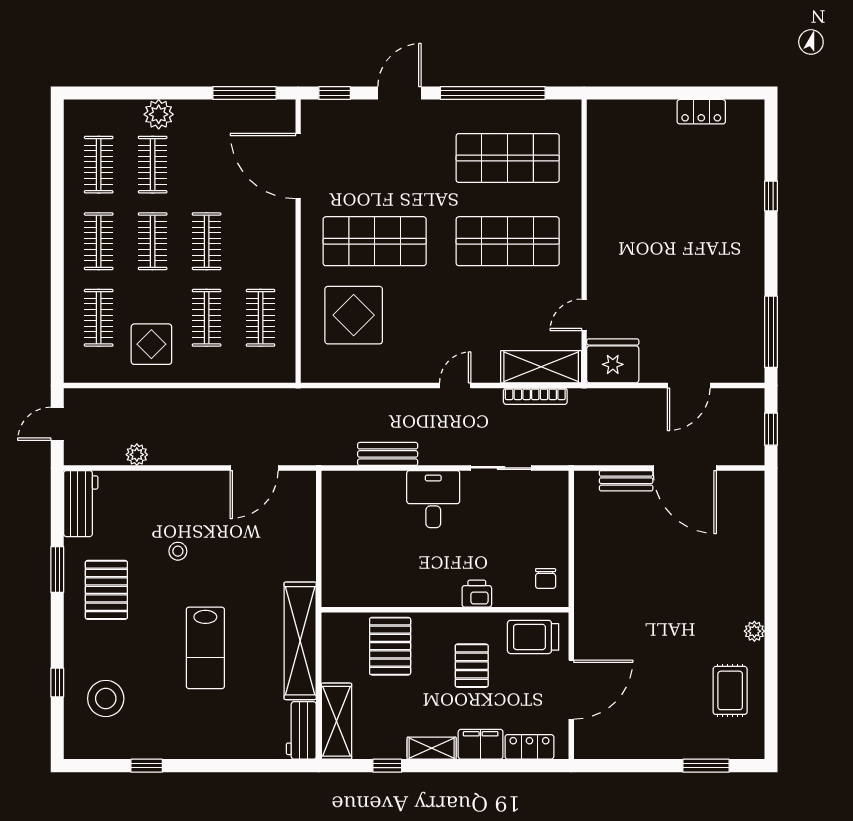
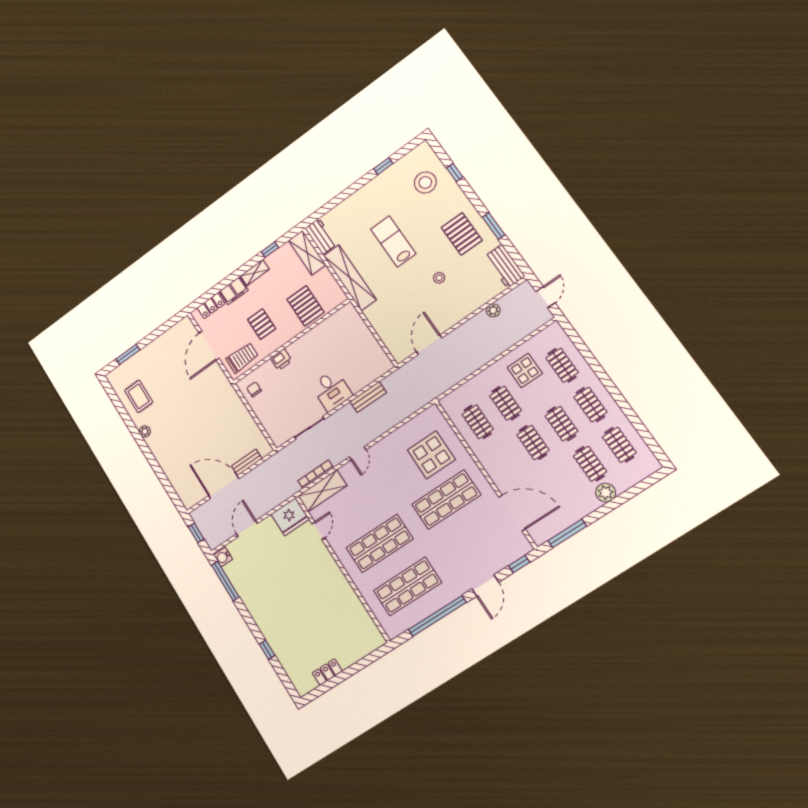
water cooler: (752, 368) -> (223, 557), added

